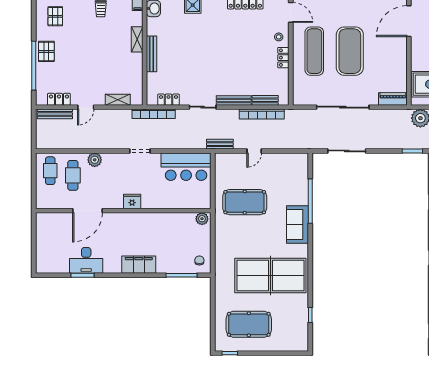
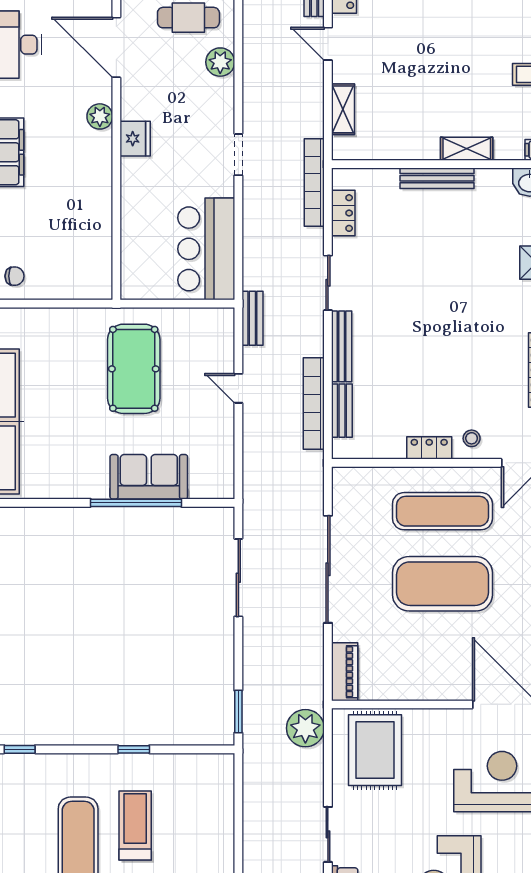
plant: (202, 219) -> (100, 116), moved
sofa: (297, 224) -> (149, 477), moved

